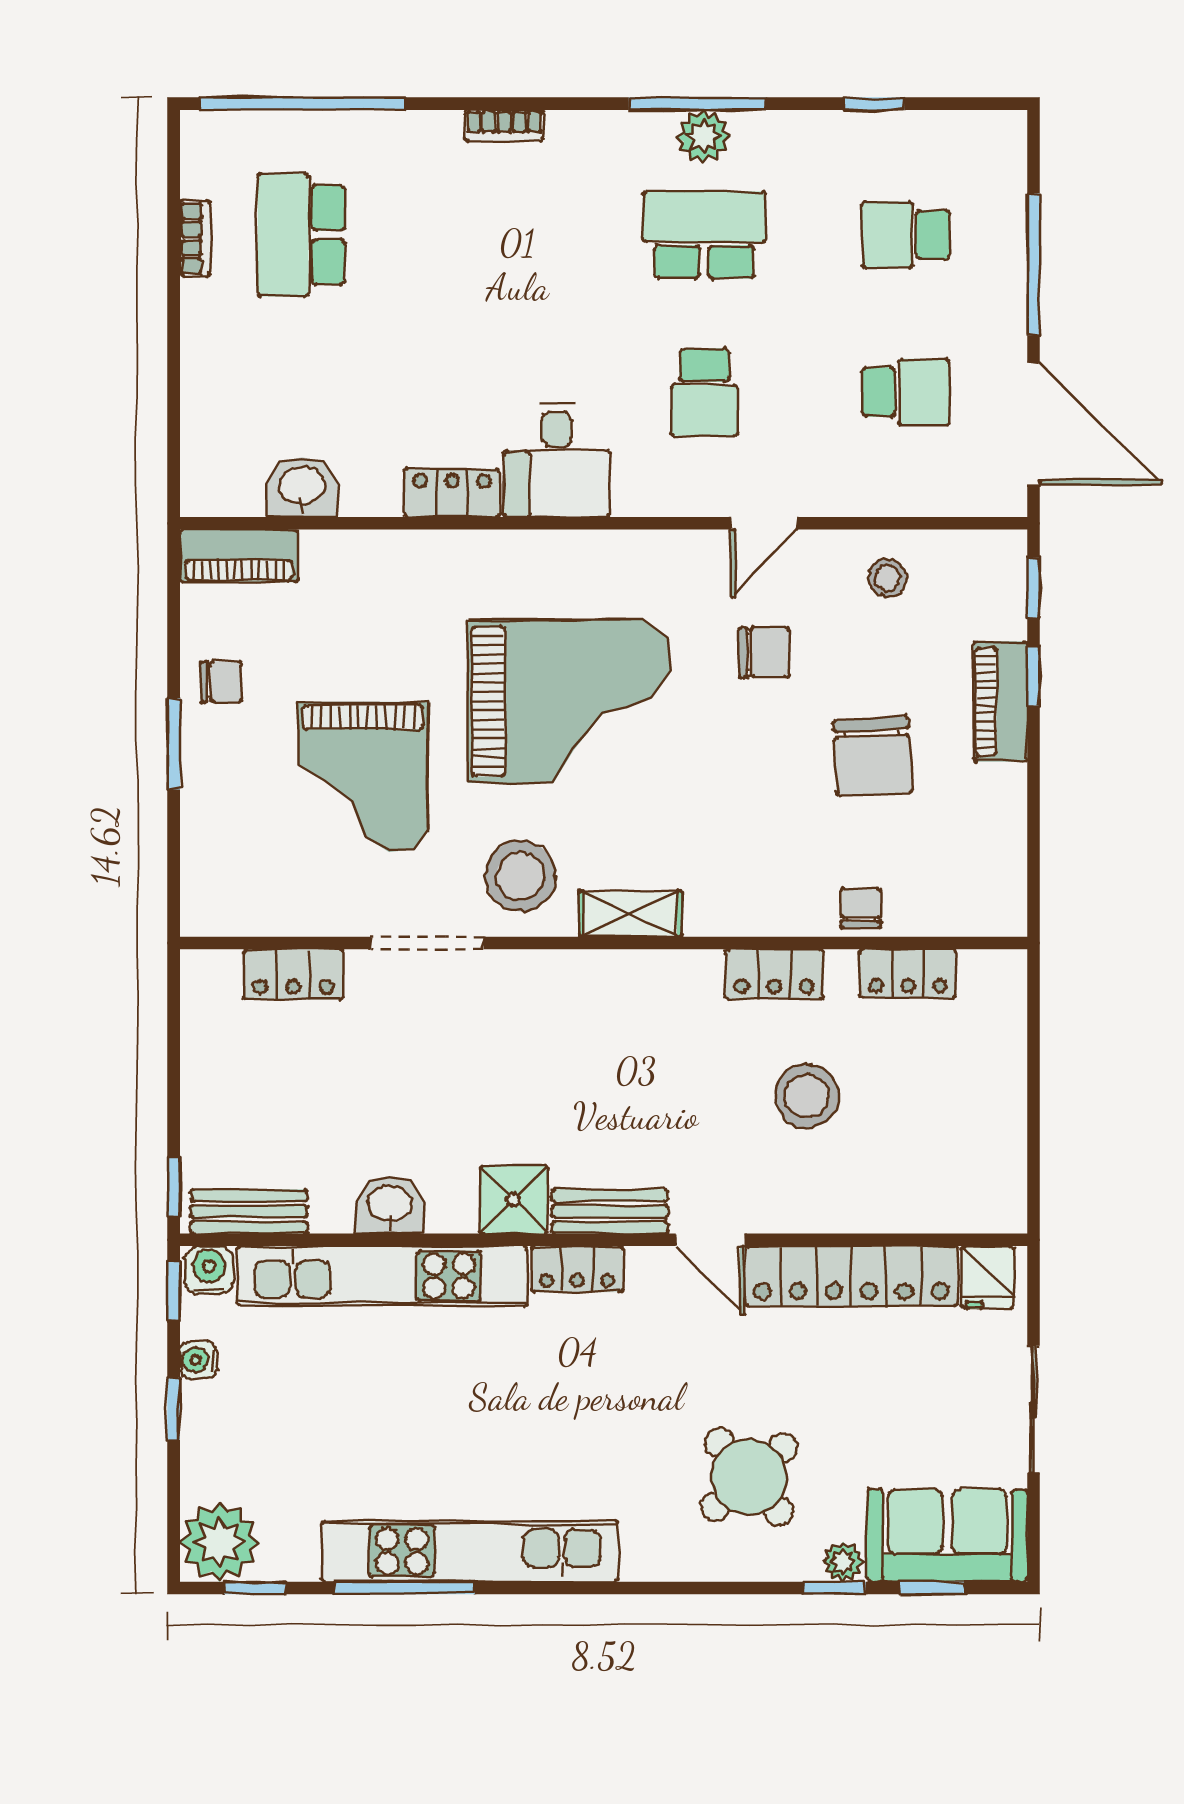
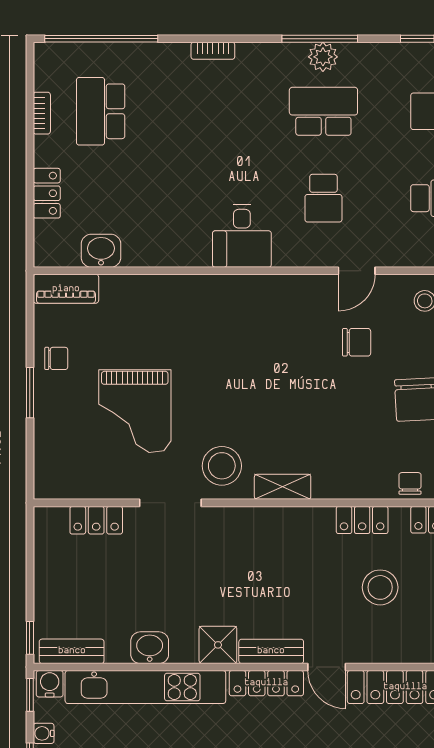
locker: (452, 493) -> (47, 193), moved, turned 90
grand piano: (570, 701) -> (249, 369), removed
locker: (577, 1269) -> (266, 683), width x1.53

